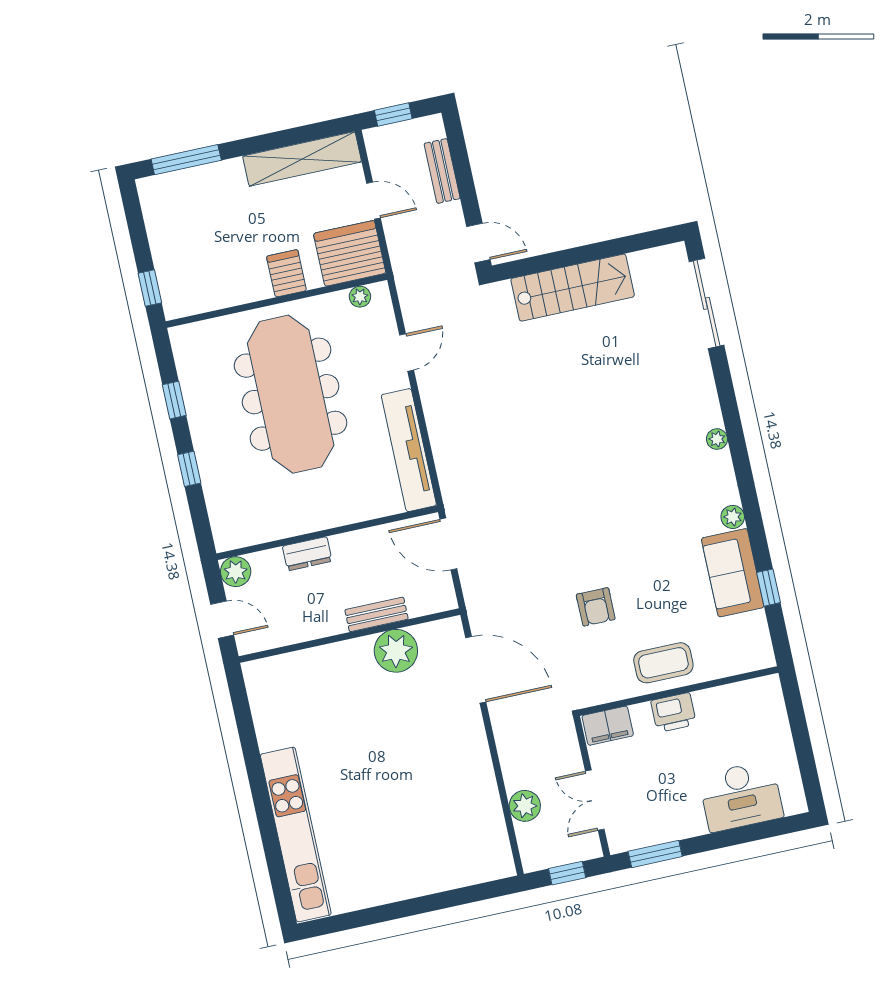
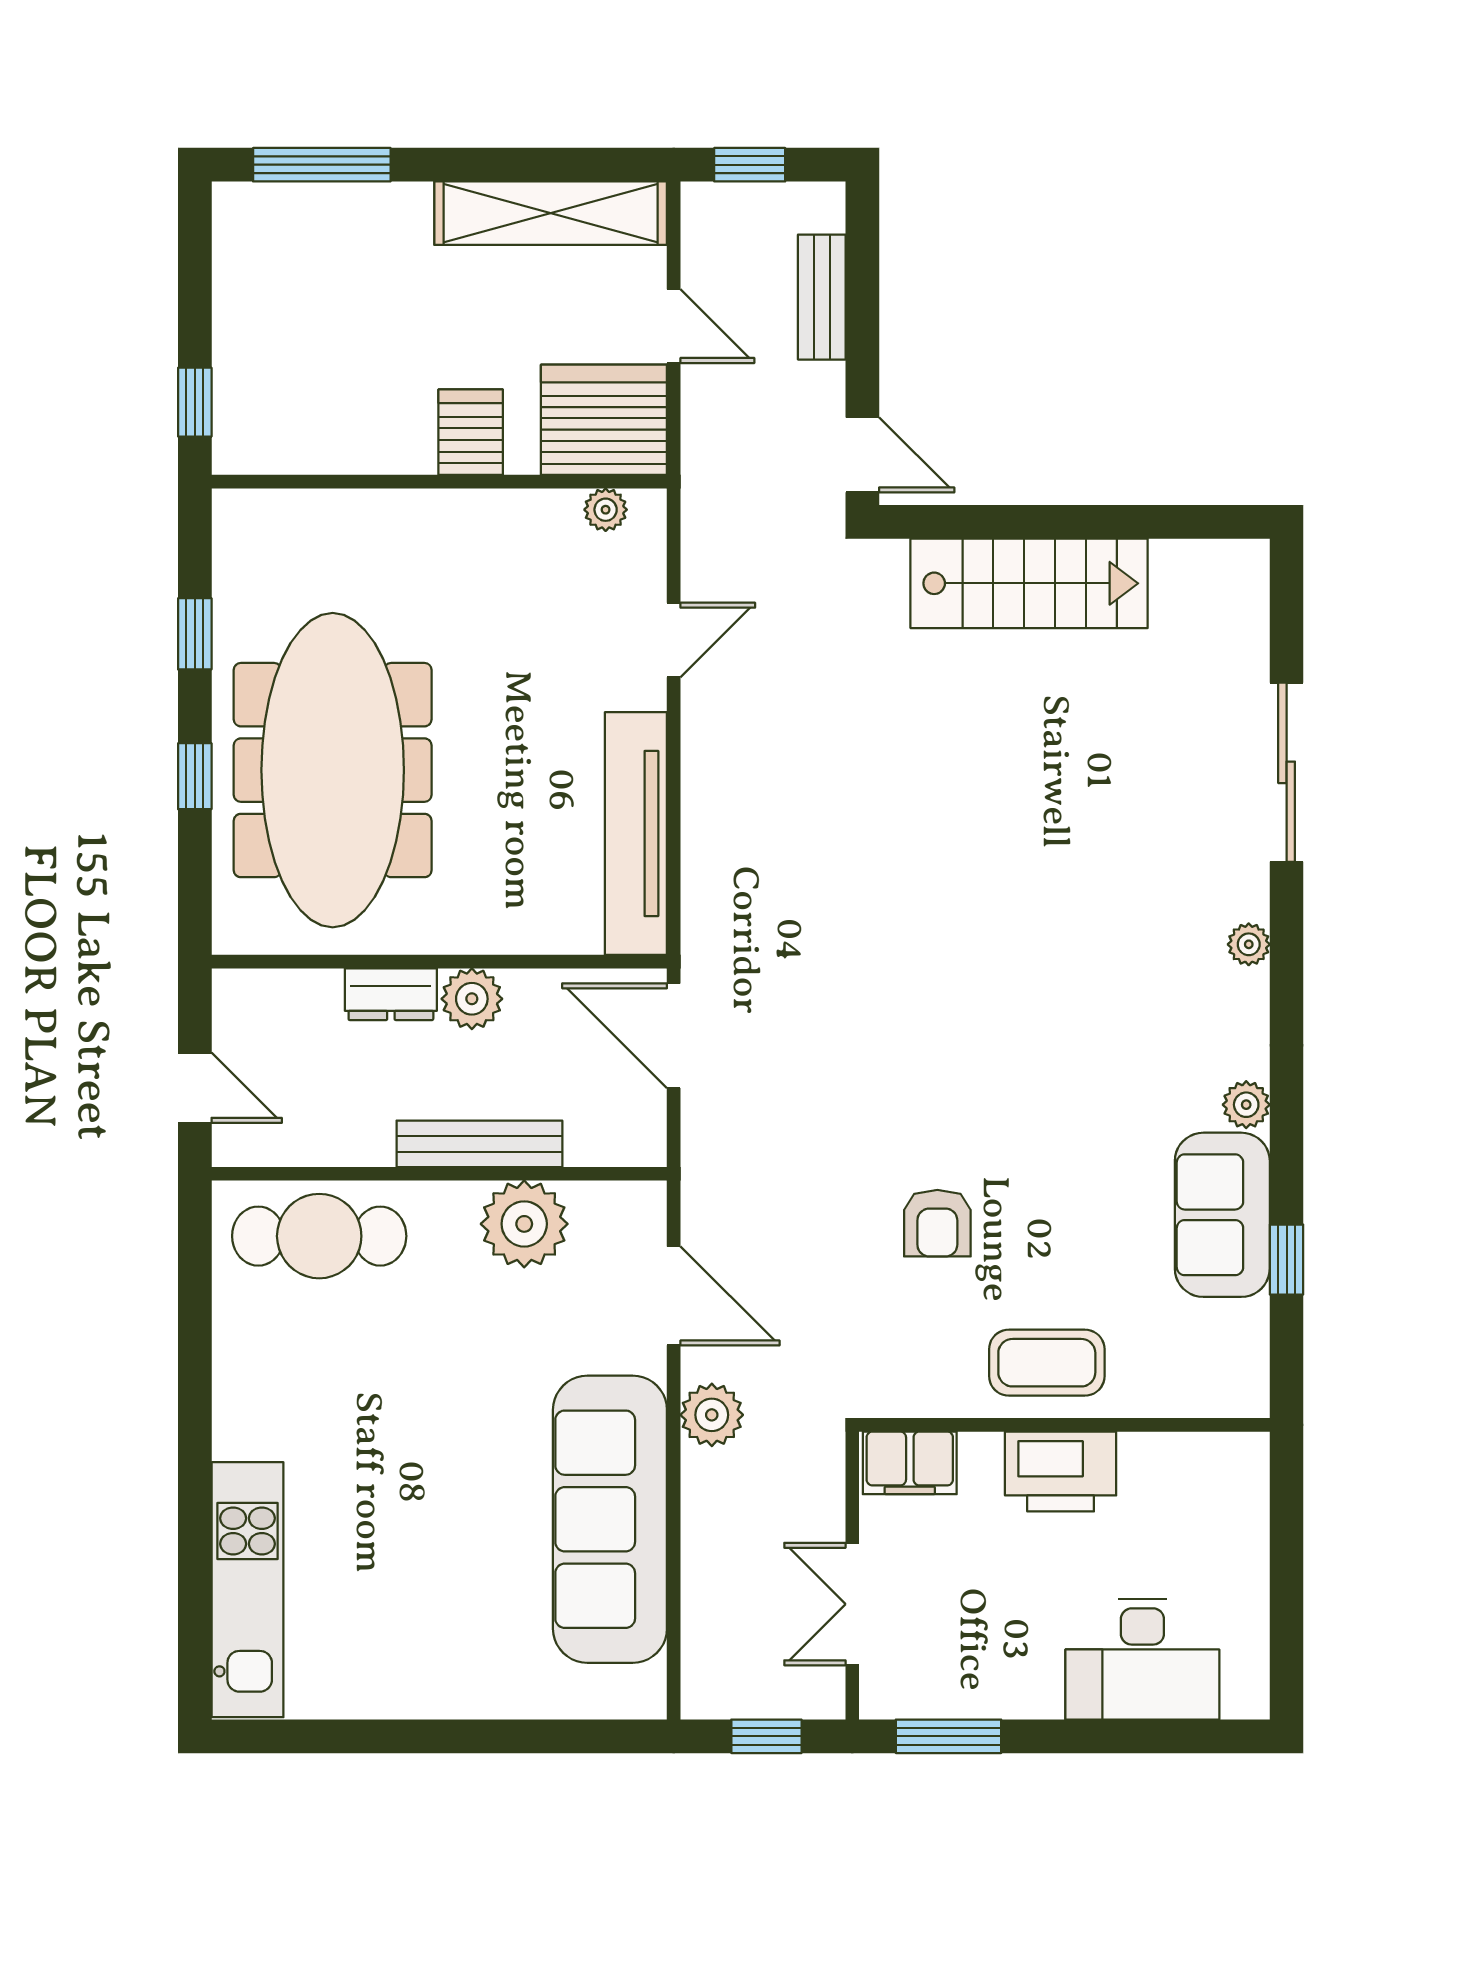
sliding door: (707, 303) -> (1287, 772), moved
meeting table: (291, 394) -> (333, 770), moved
plant: (236, 572) -> (472, 999), moved
bench: (376, 614) -> (479, 1144), width x1.36
door: (476, 670) -> (674, 1296), width x0.73
cafe table: (298, 678) -> (319, 1236), added
printer: (674, 712) -> (1061, 1472), width x1.37, depth x1.19
sofa: (469, 785) -> (610, 1519), added
plant: (525, 806) -> (712, 1415), moved
kitchen unit: (296, 835) -> (247, 1590), width x0.73

